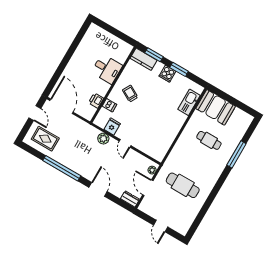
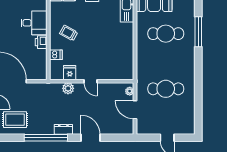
printer: (96, 101) -> (41, 42), moved
cafe table: (209, 140) -> (166, 34), width x1.37, depth x1.35
dresser: (130, 199) -> (63, 129), moved

